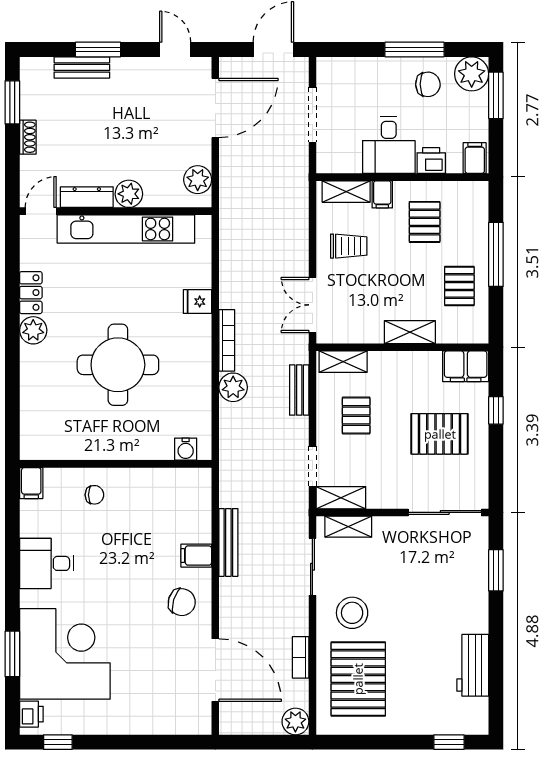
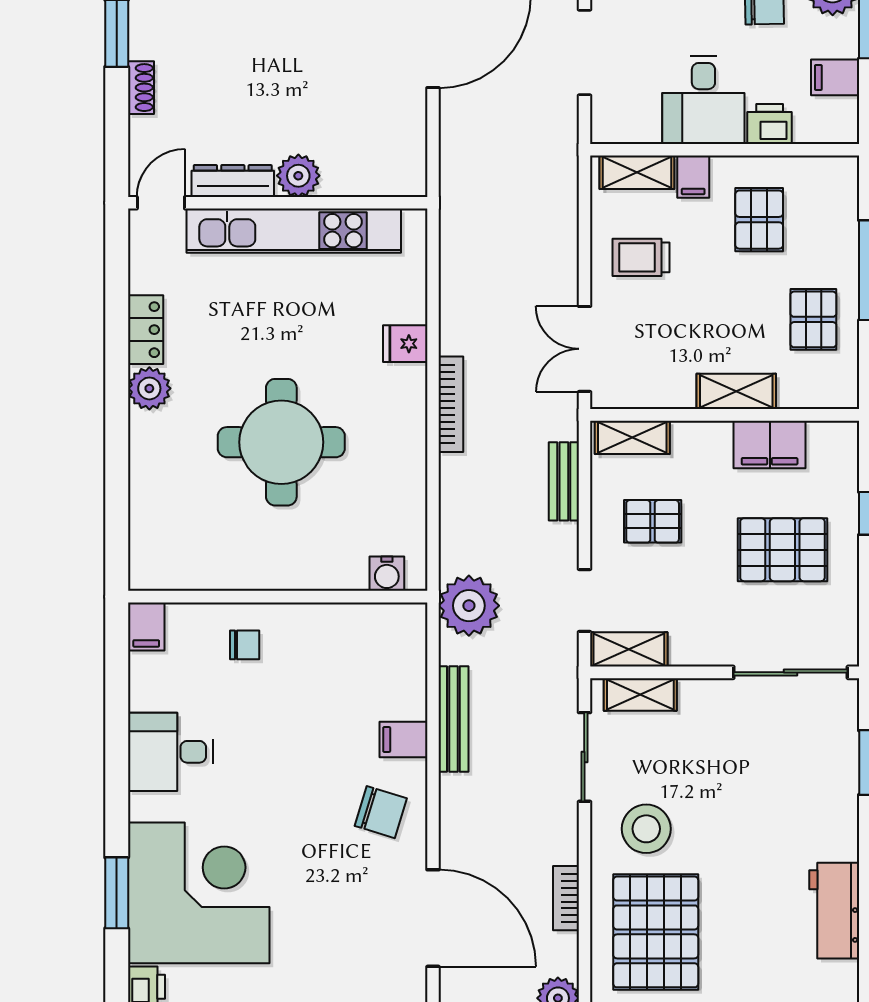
filing cabinet: (475, 158) -> (835, 77), moved, turned -90
plant: (198, 180) -> (406, 154), removed
trolley: (349, 246) -> (641, 257), turned 180
filing cabinet: (466, 366) -> (770, 445), moved
plant: (233, 387) -> (469, 606), moved, width x1.36, depth x1.36
pallet: (356, 416) -> (653, 521), turned 90

